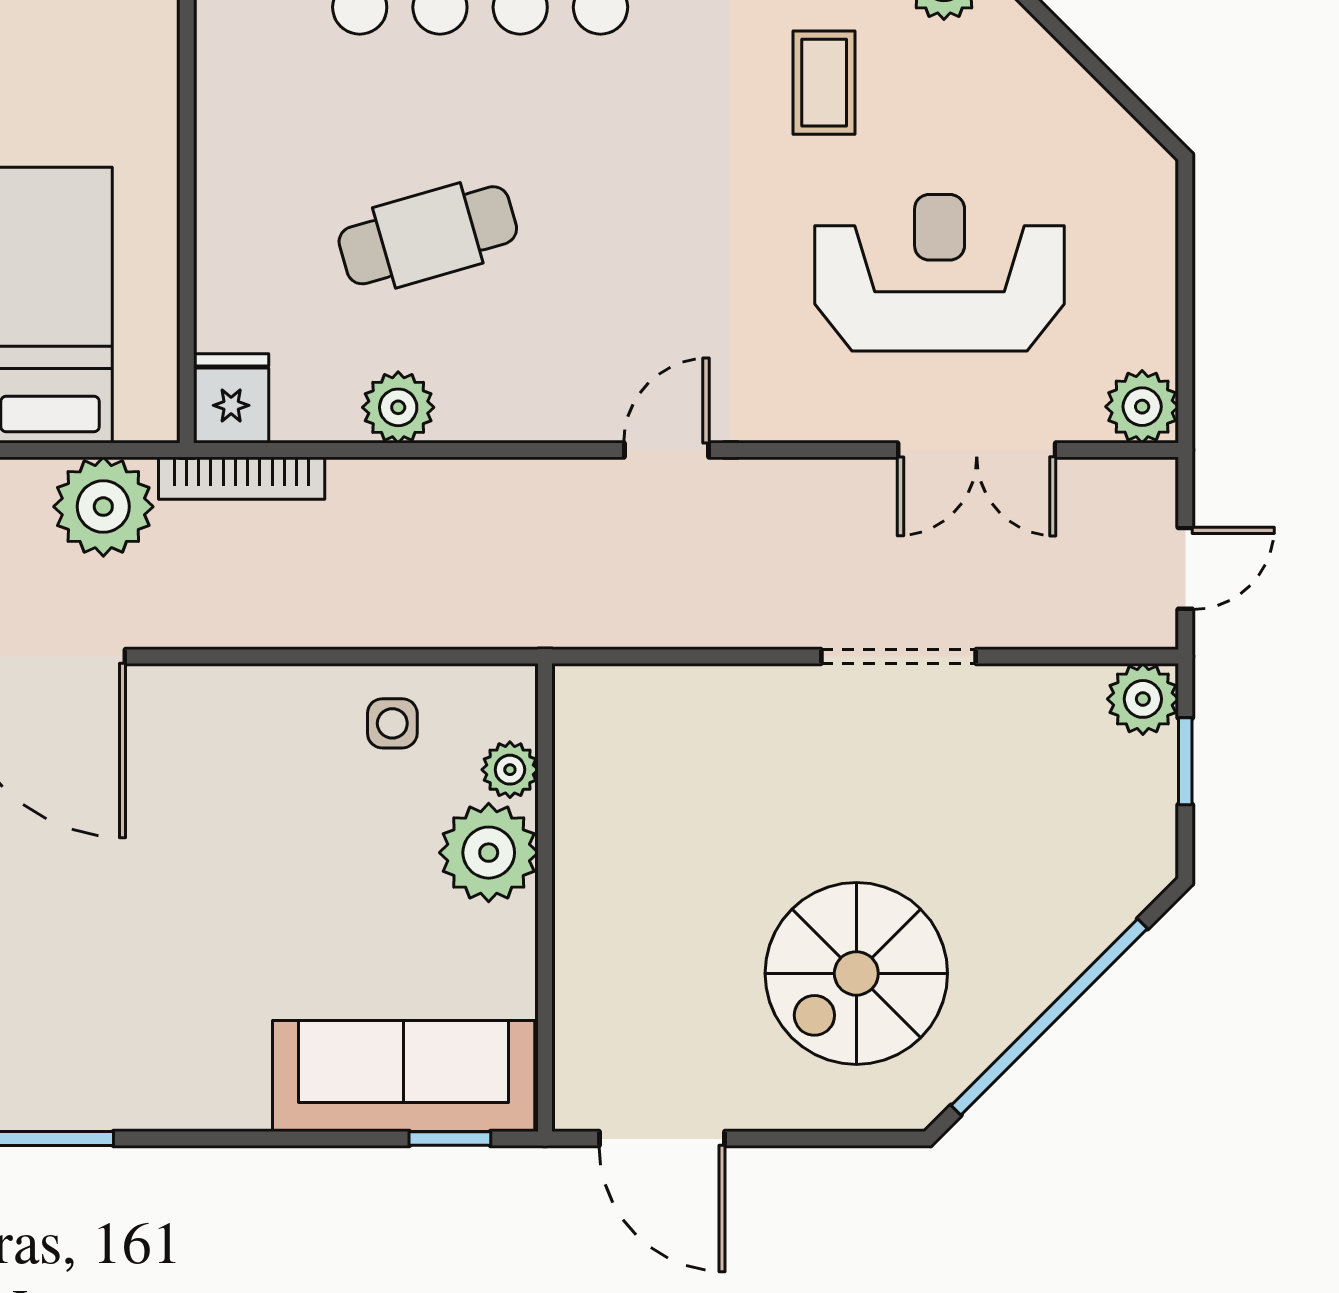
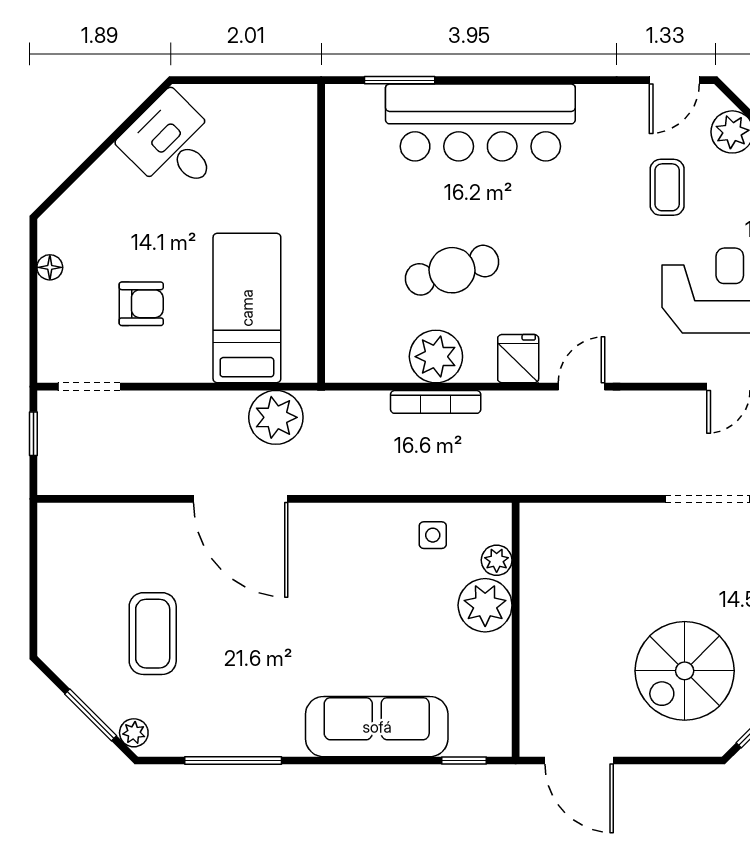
fridge: (231, 398) -> (518, 359), moved
plant: (398, 407) -> (436, 357), width x1.36, depth x1.36
bookcase: (242, 478) -> (436, 402), moved
sofa: (404, 1076) -> (377, 727), moved

